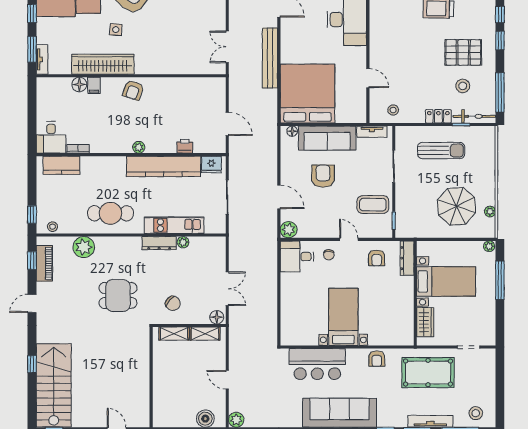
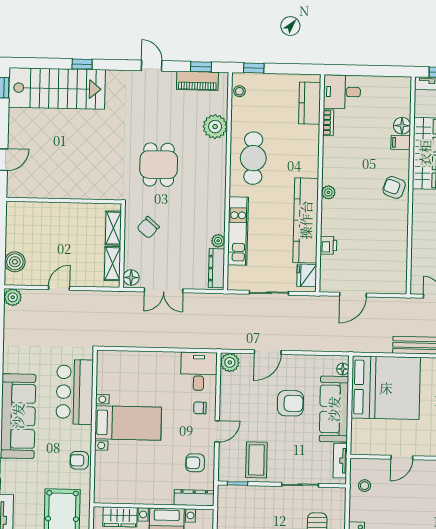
dresser: (159, 243) -> (216, 268), moved

